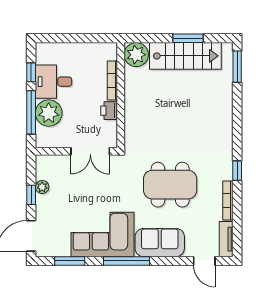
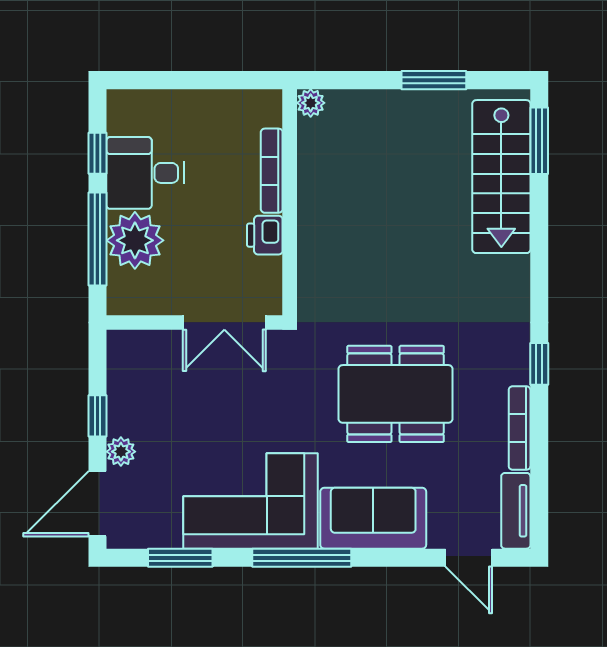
plant: (136, 55) -> (311, 103), width x0.53, depth x0.53
stairs: (185, 56) -> (501, 177), moved, turned 90
plant: (42, 187) -> (121, 452), moved

